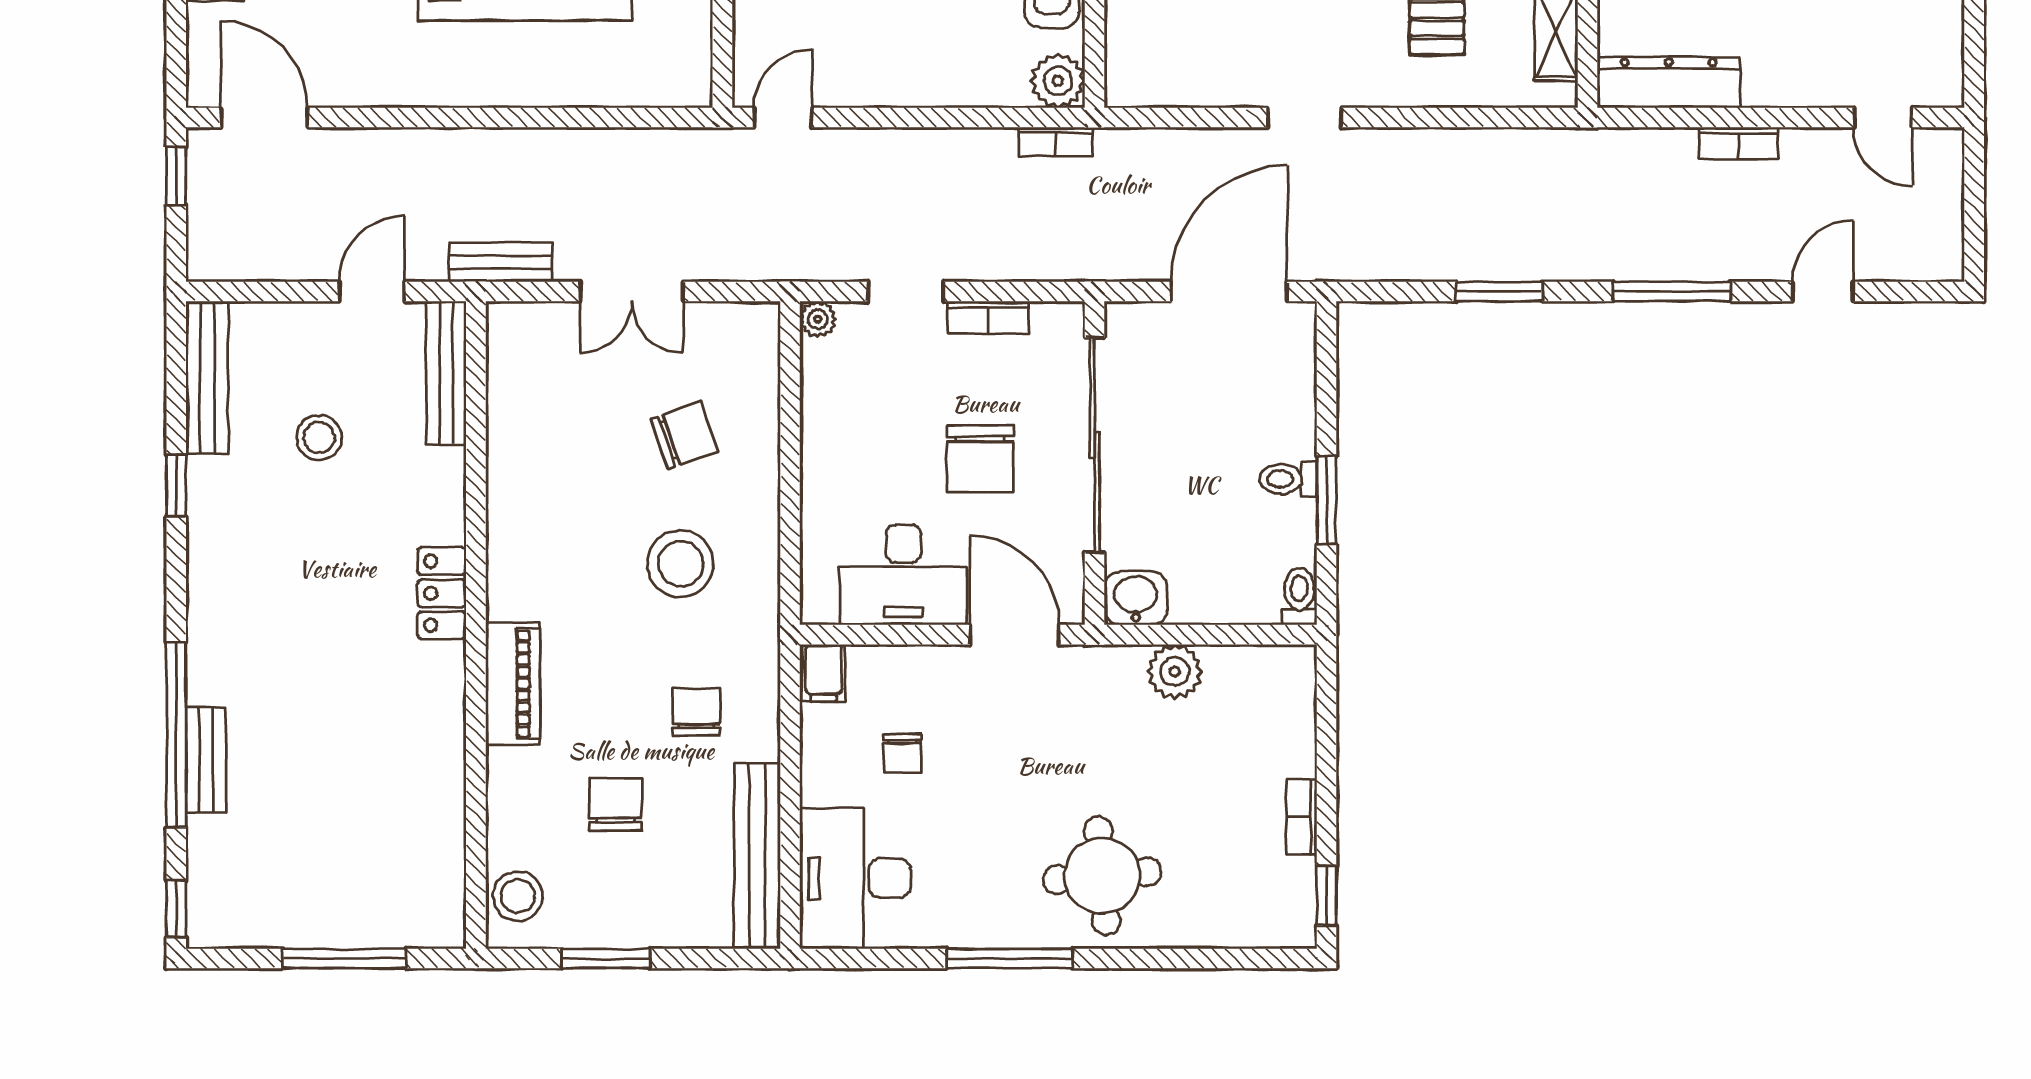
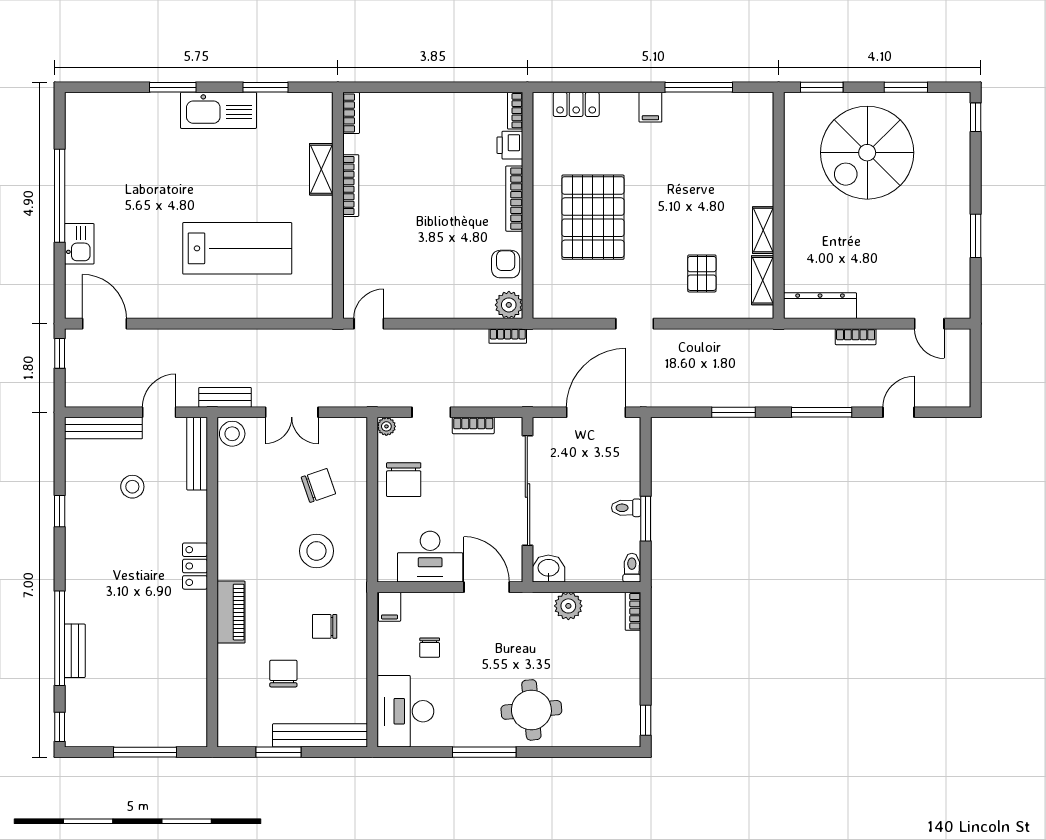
bench: (207, 377) -> (103, 428), moved, turned 90
chair: (980, 459) -> (404, 480), moved
chair: (696, 712) -> (325, 626), turned -90
bookcase: (1302, 817) -> (633, 611), moved
bench: (757, 856) -> (320, 735), moved, turned 90
stool: (518, 896) -> (232, 434), moved

